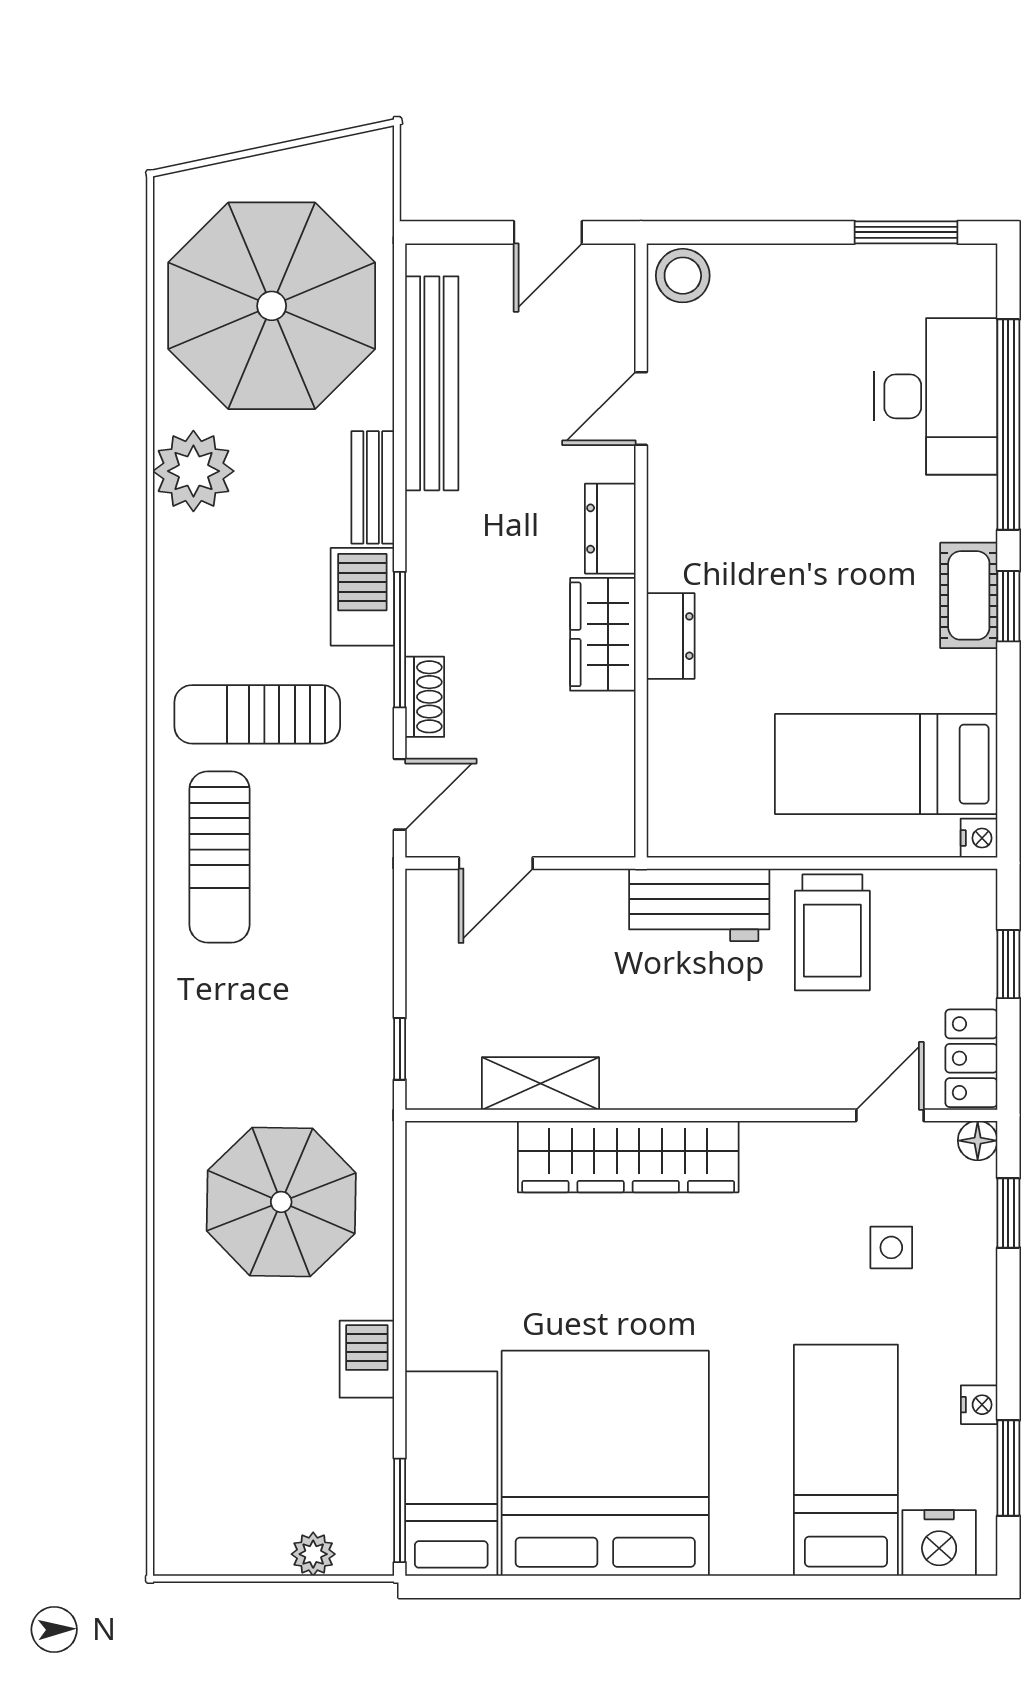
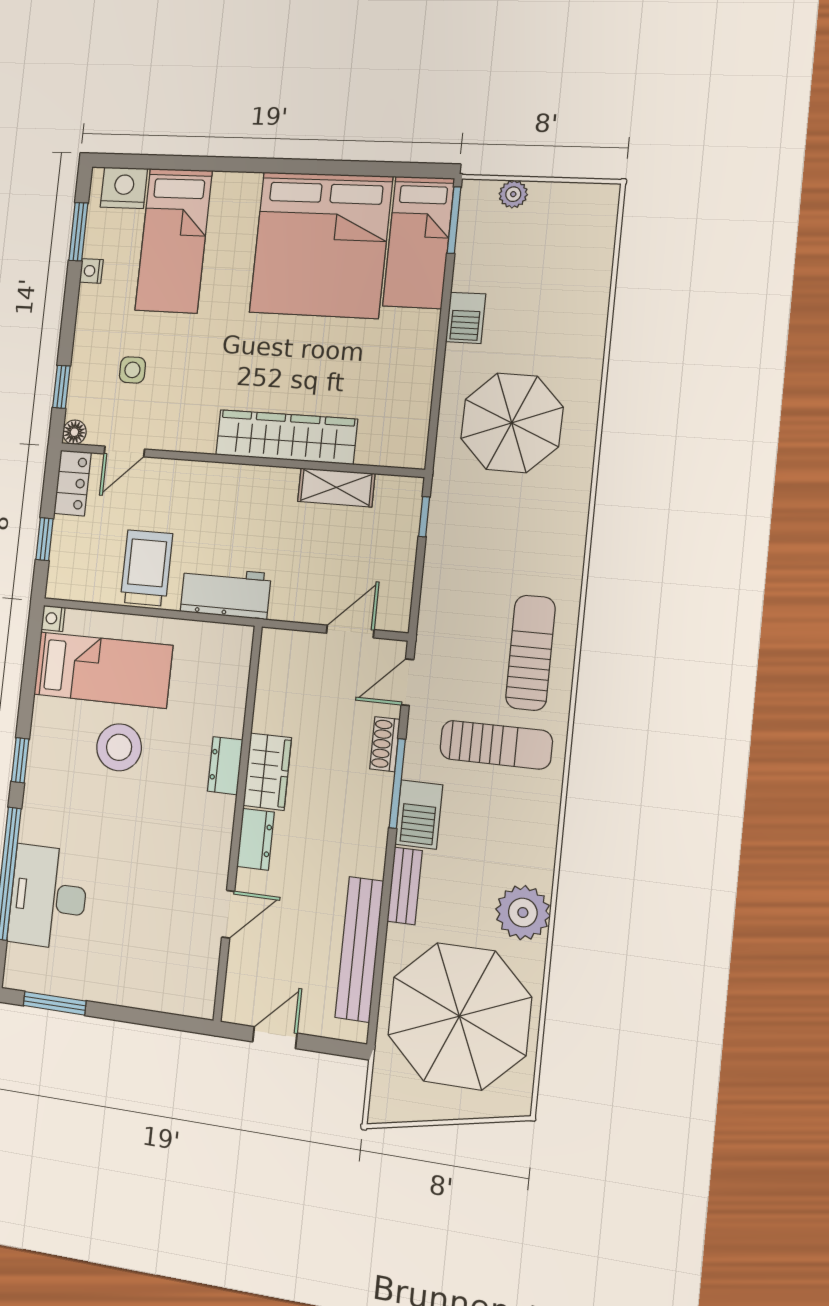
stool: (683, 276) -> (119, 747), moved, width x1.38, depth x1.38
cot: (969, 595) -> (43, 770), removed

